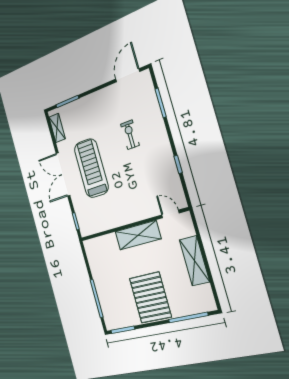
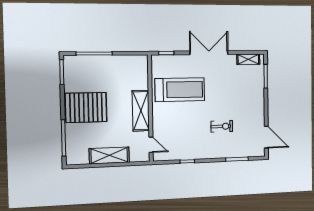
treadmill: (91, 168) -> (180, 90), moved
door: (170, 214) -> (151, 145), hinge flipped

